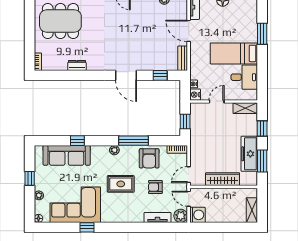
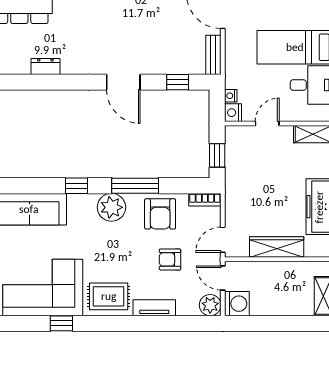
window: (77, 141) -> (76, 186), moved
plant: (114, 150) -> (111, 207), width x1.87, depth x1.87
rug: (121, 184) -> (109, 296), moved
tv unit: (158, 217) -> (154, 308), moved

